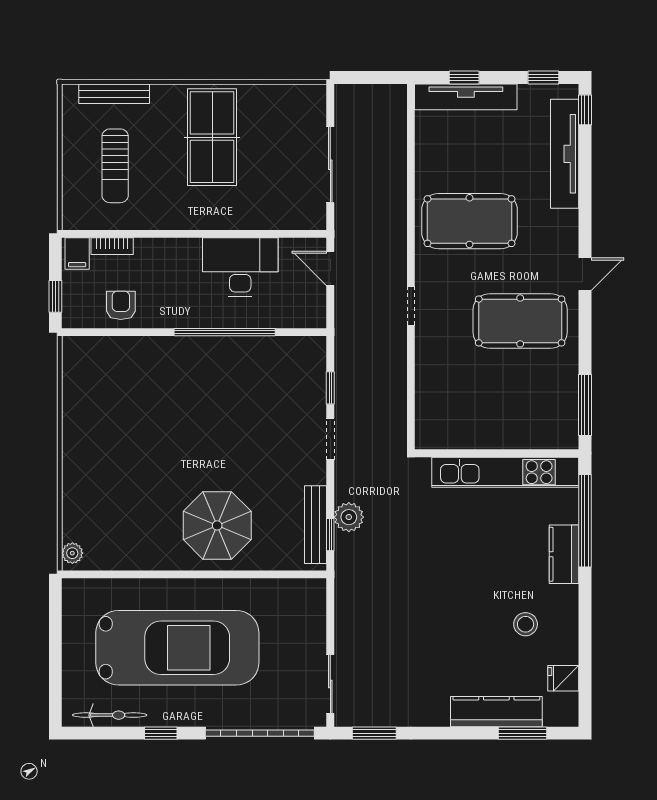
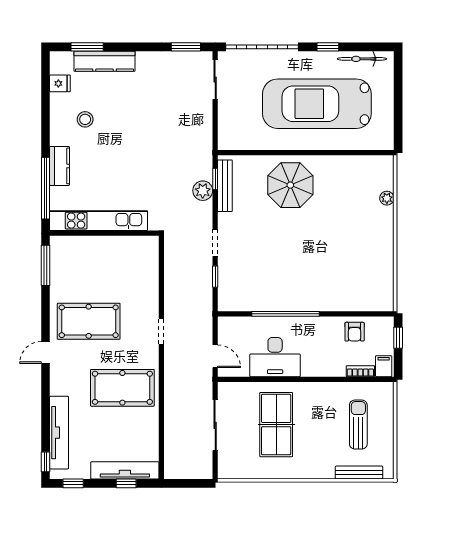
table tennis table: (212, 137) -> (276, 425), moved
plant: (72, 553) -> (387, 198), moved

